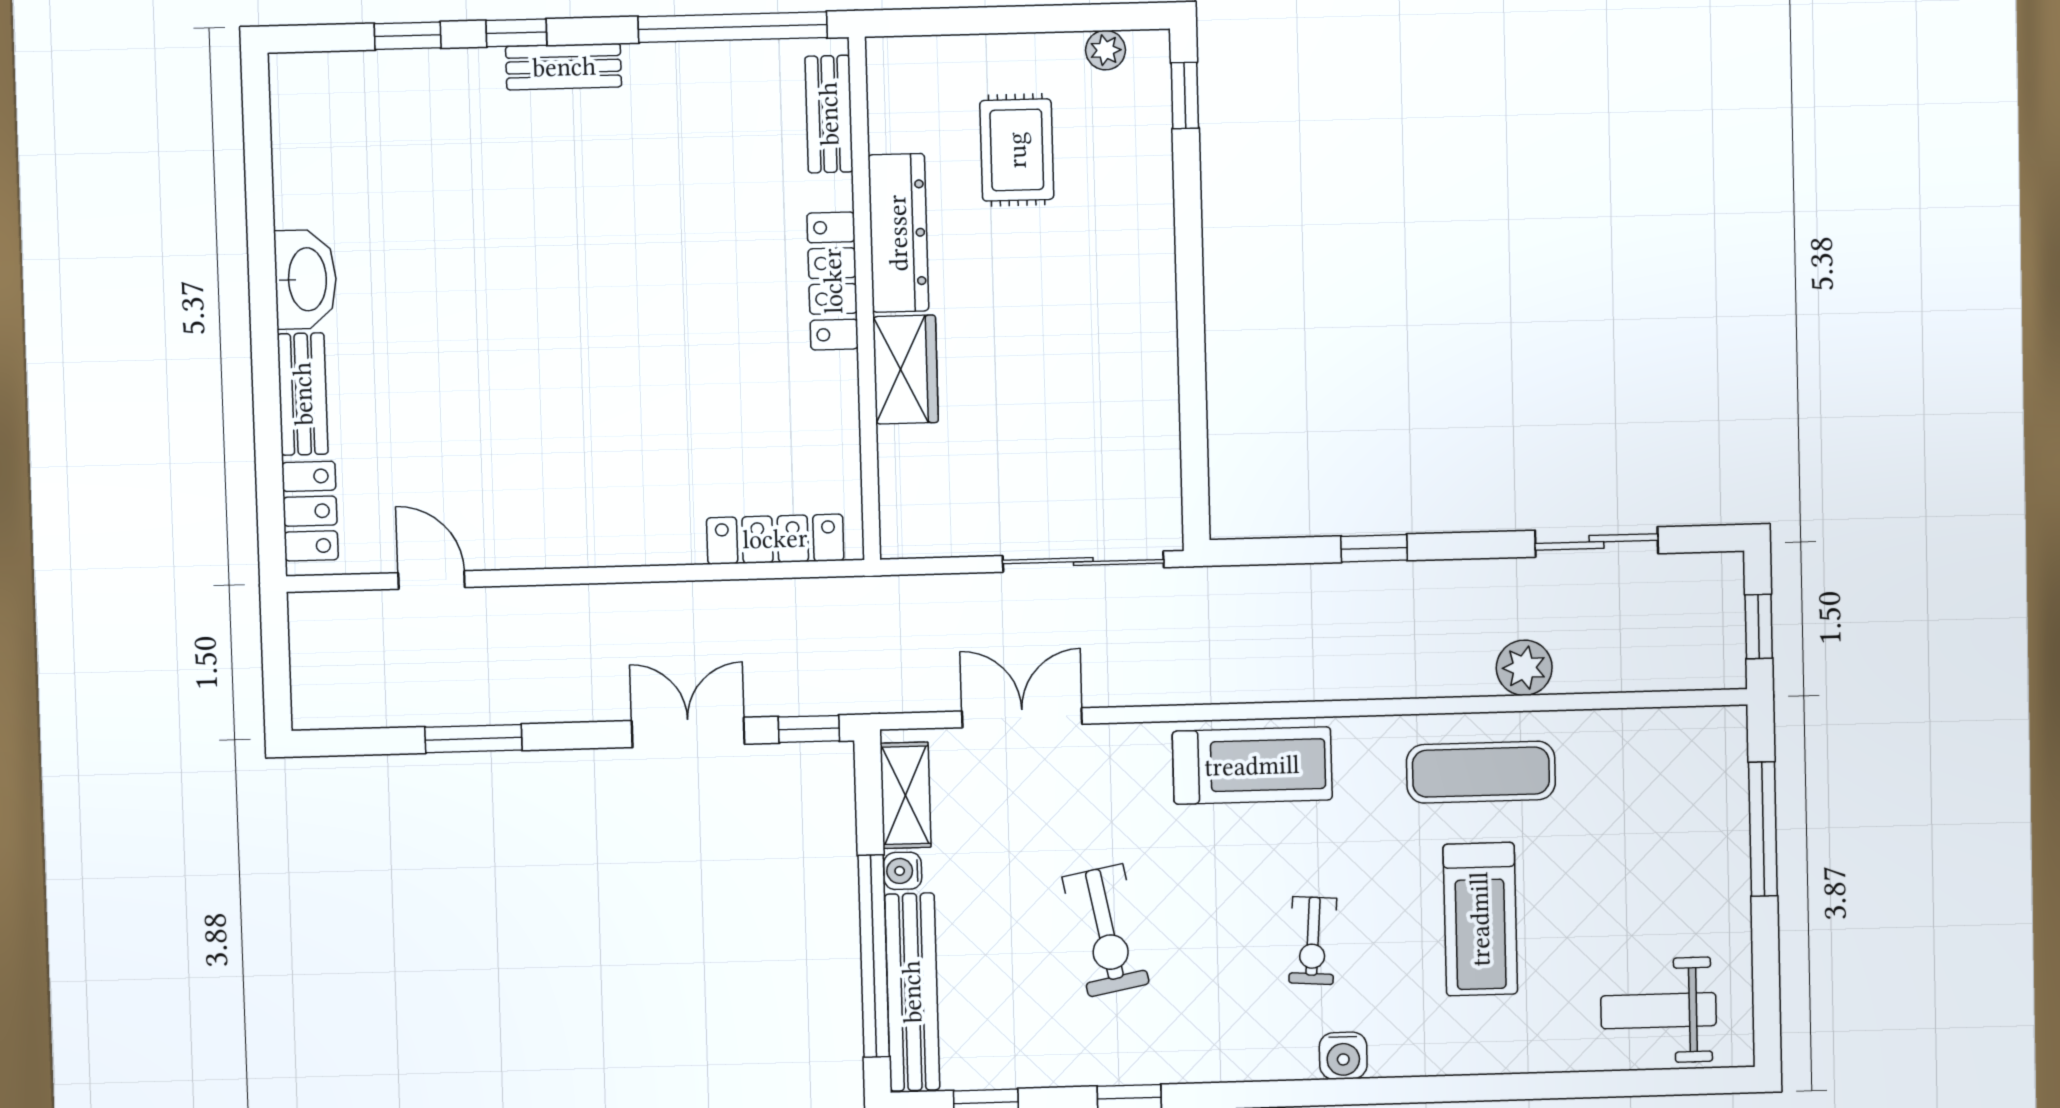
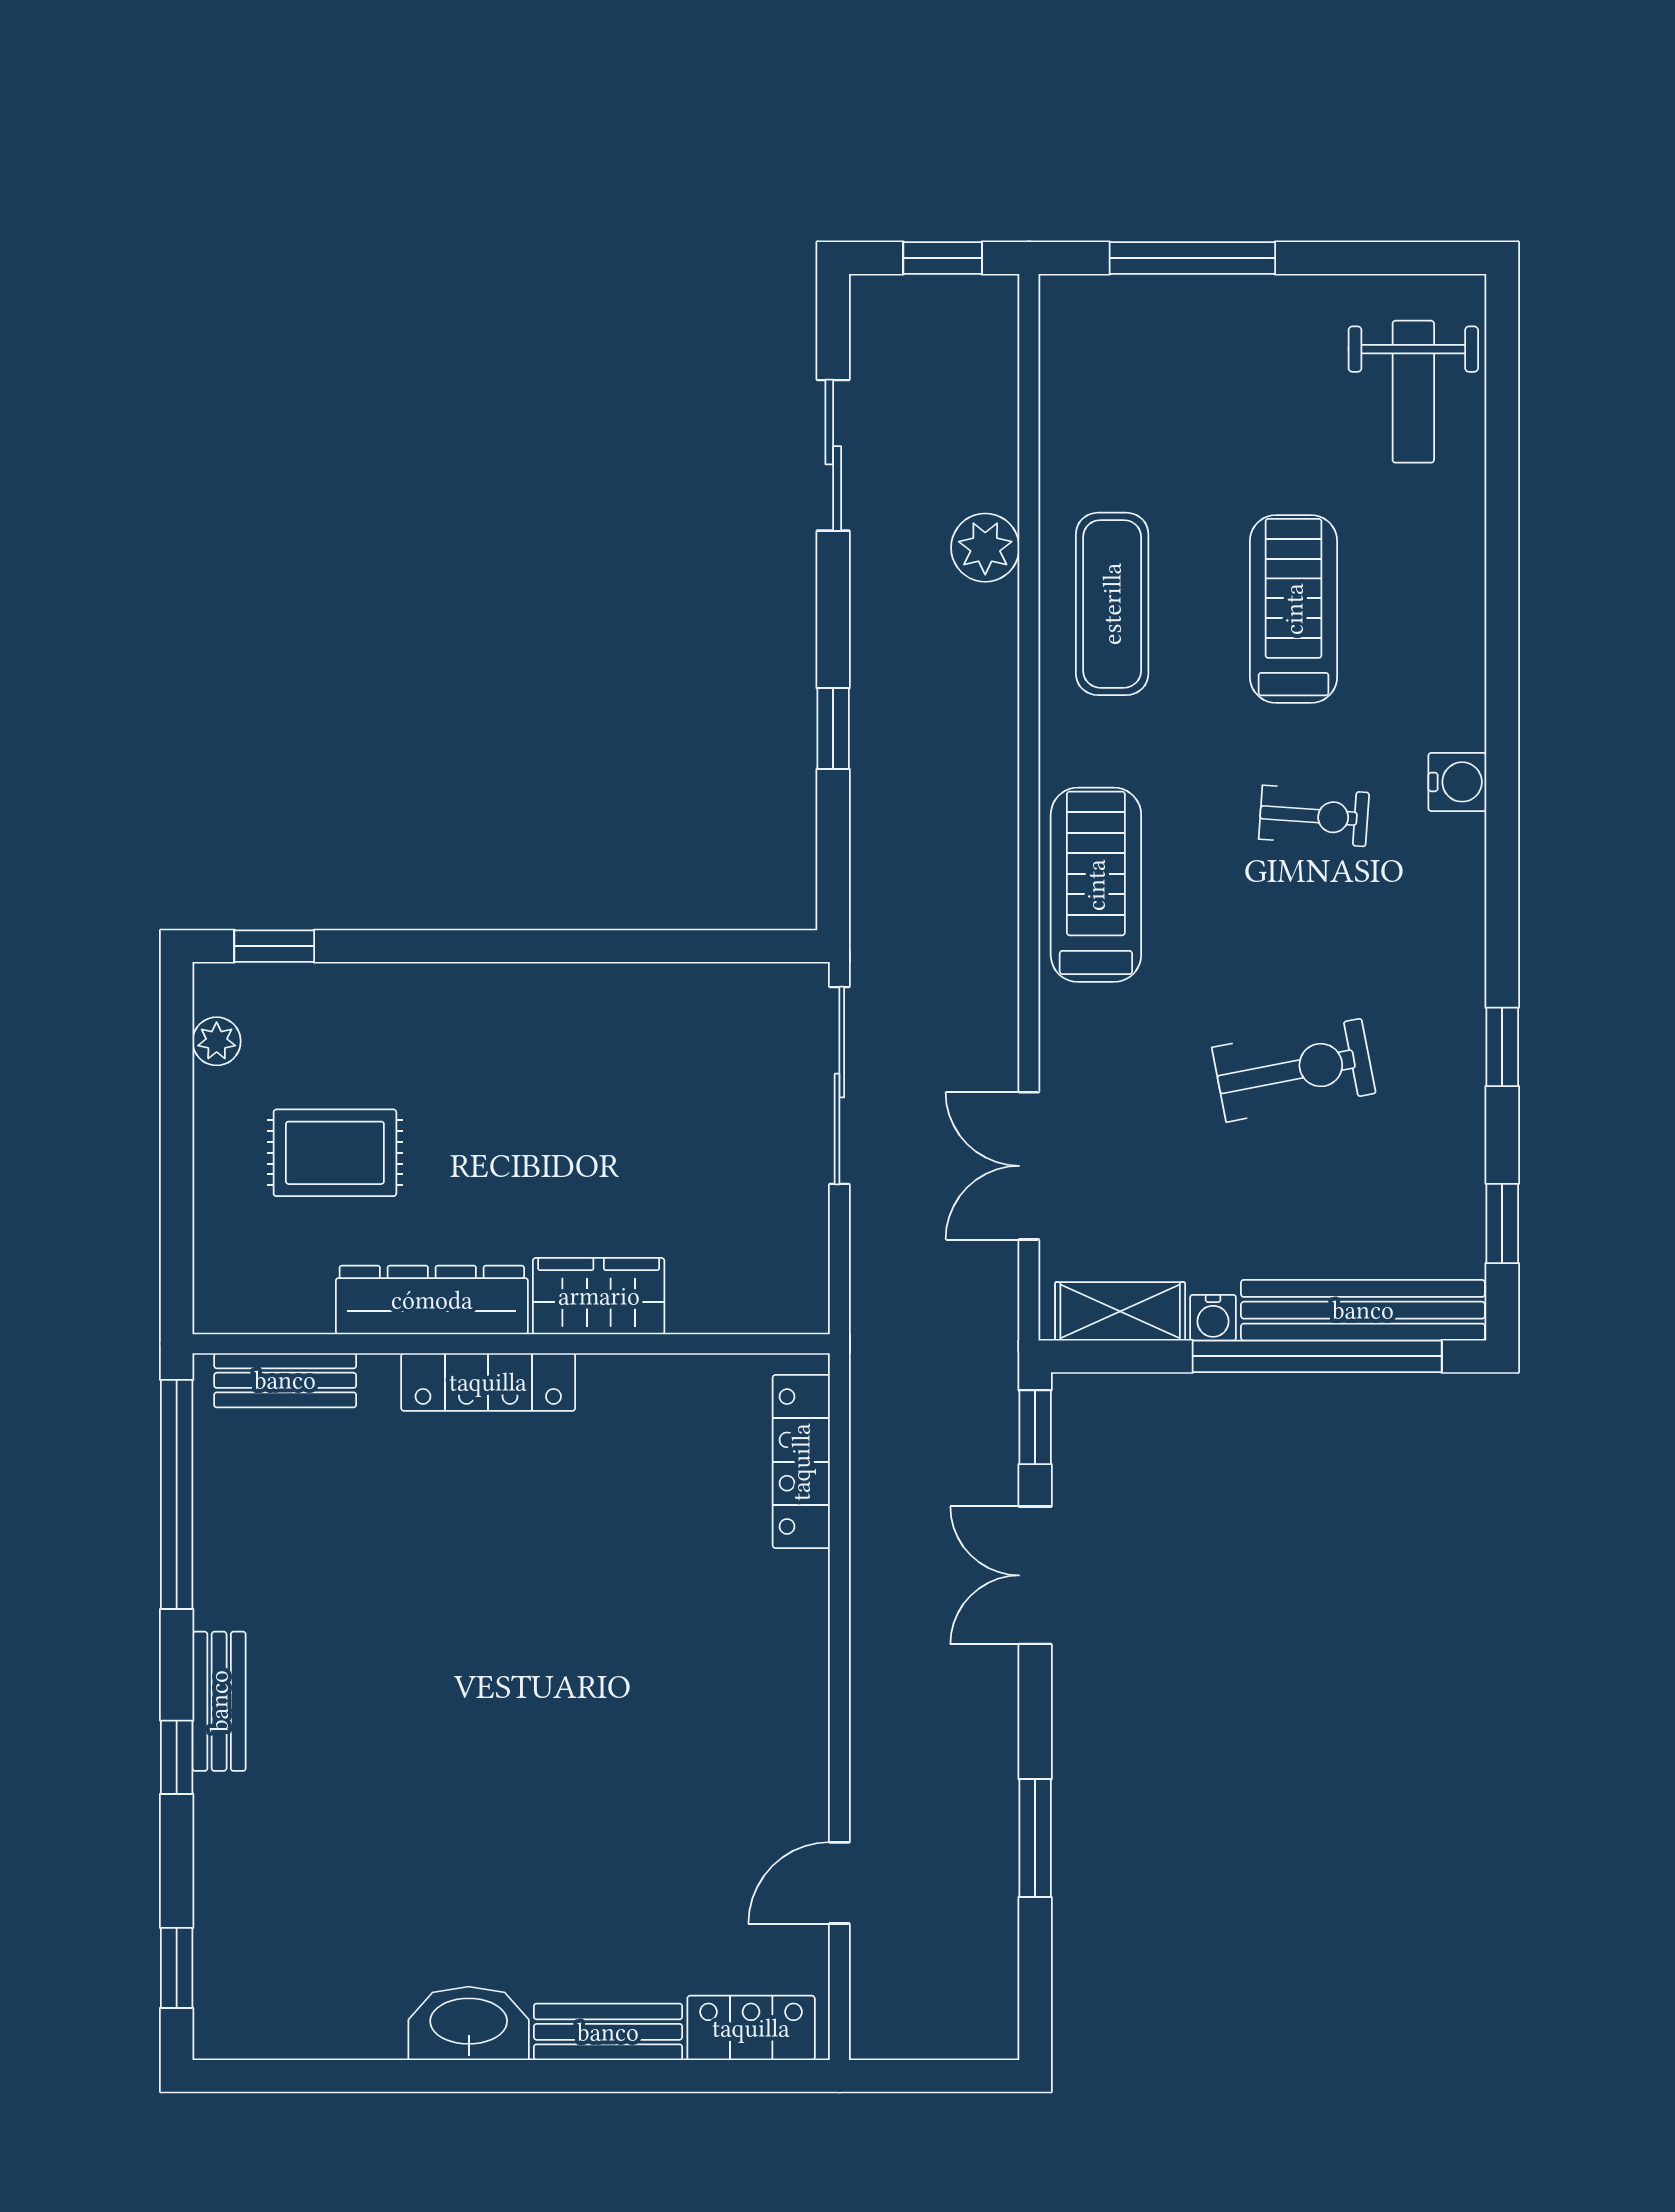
window: (408, 36) -> (177, 1968), moved
treadmill: (1480, 919) -> (1294, 609), turned -90

